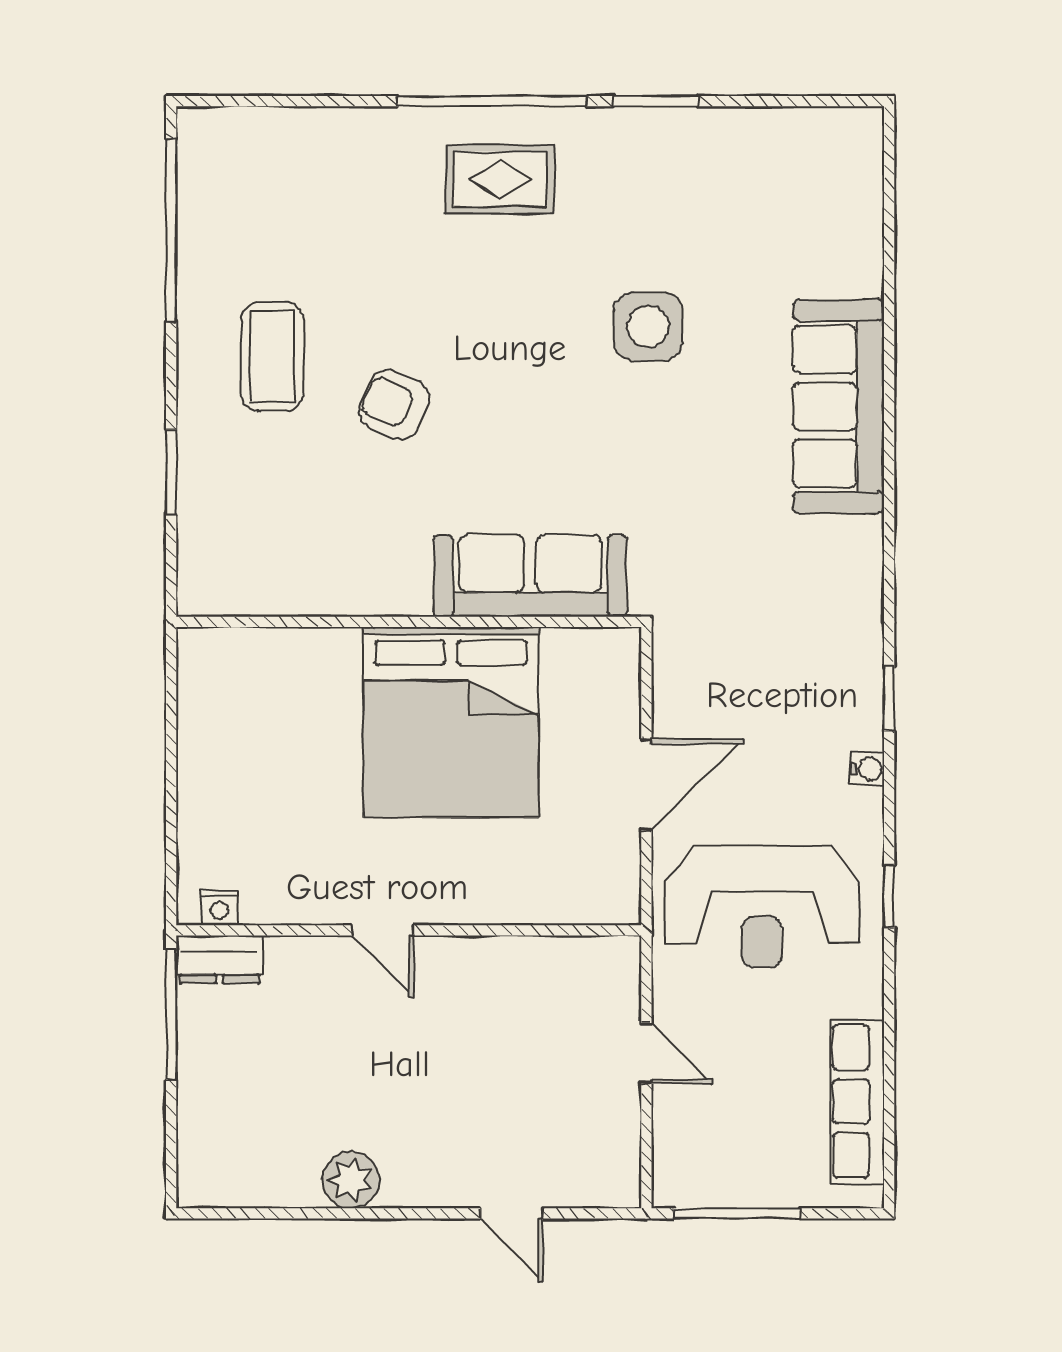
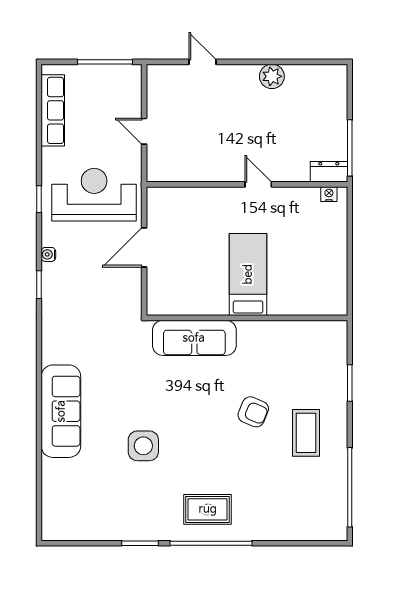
bed: (451, 722) -> (248, 274), width x0.49

